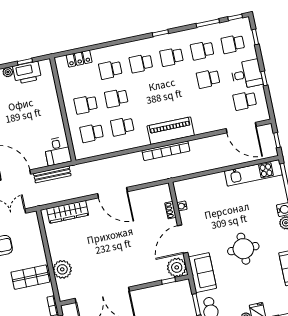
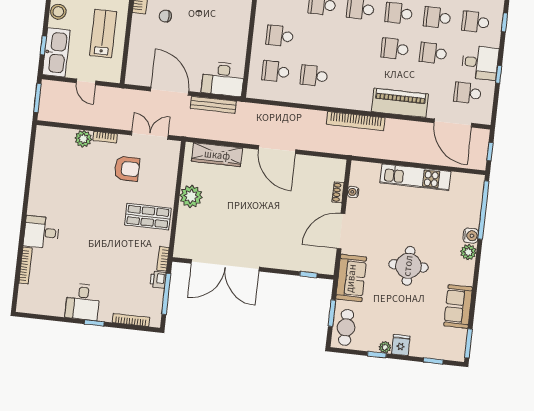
school desk: (116, 98) -> (395, 49), moved
piano: (171, 131) -> (400, 103), moved
desk: (57, 151) -> (223, 79), width x1.37
kitchen unit: (253, 173) -> (415, 177), moved
plant: (177, 267) -> (323, 262), removed
plant: (62, 269) -> (191, 196), moved

